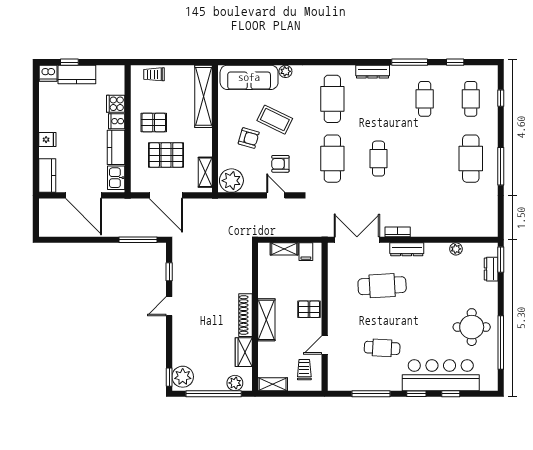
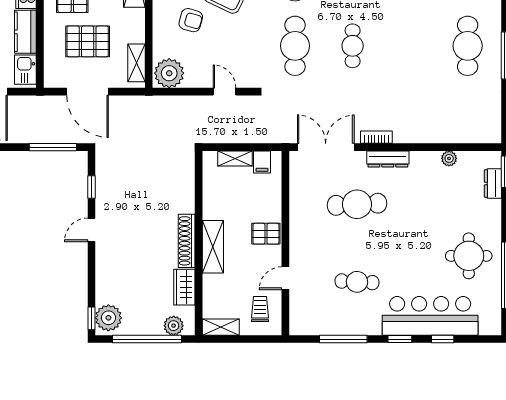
armchair: (280, 164) -> (230, 52), removed

